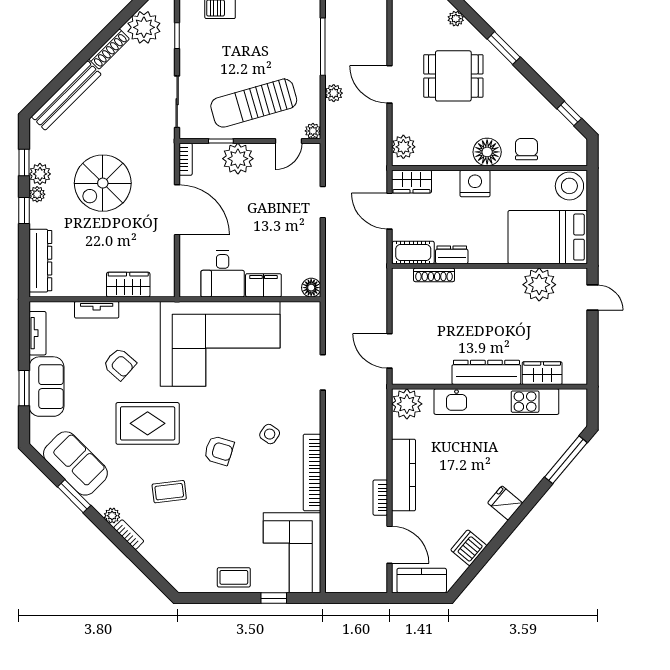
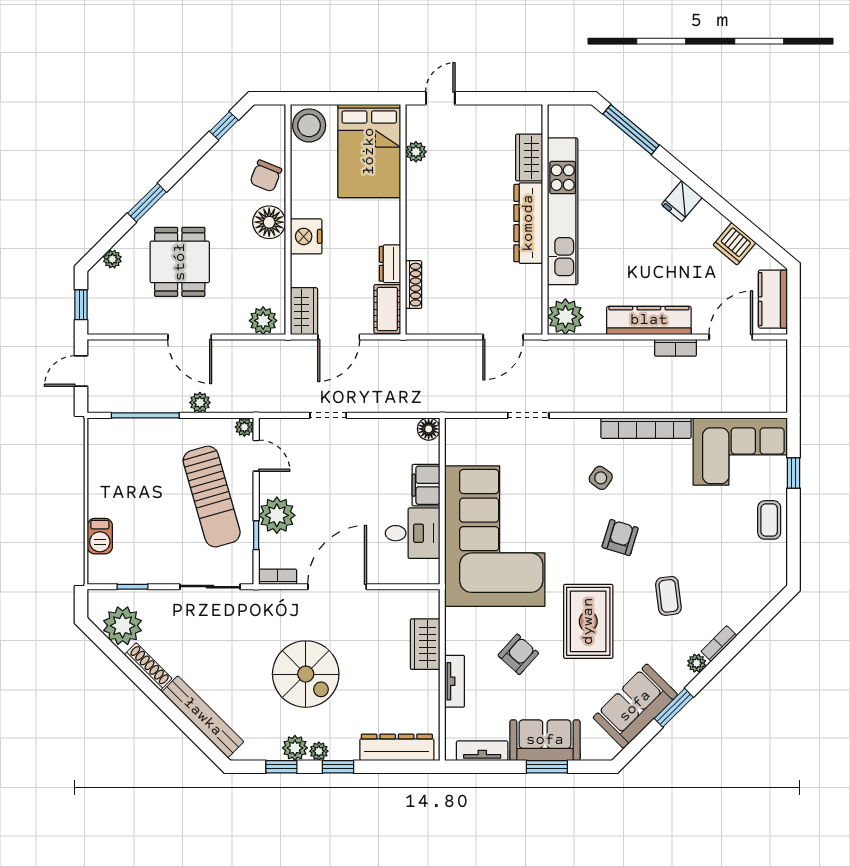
door: (389, 84) -> (190, 337), hinge flipped
chair: (526, 149) -> (266, 176), turned -68
plant: (539, 285) -> (416, 152), width x0.53, depth x0.53

